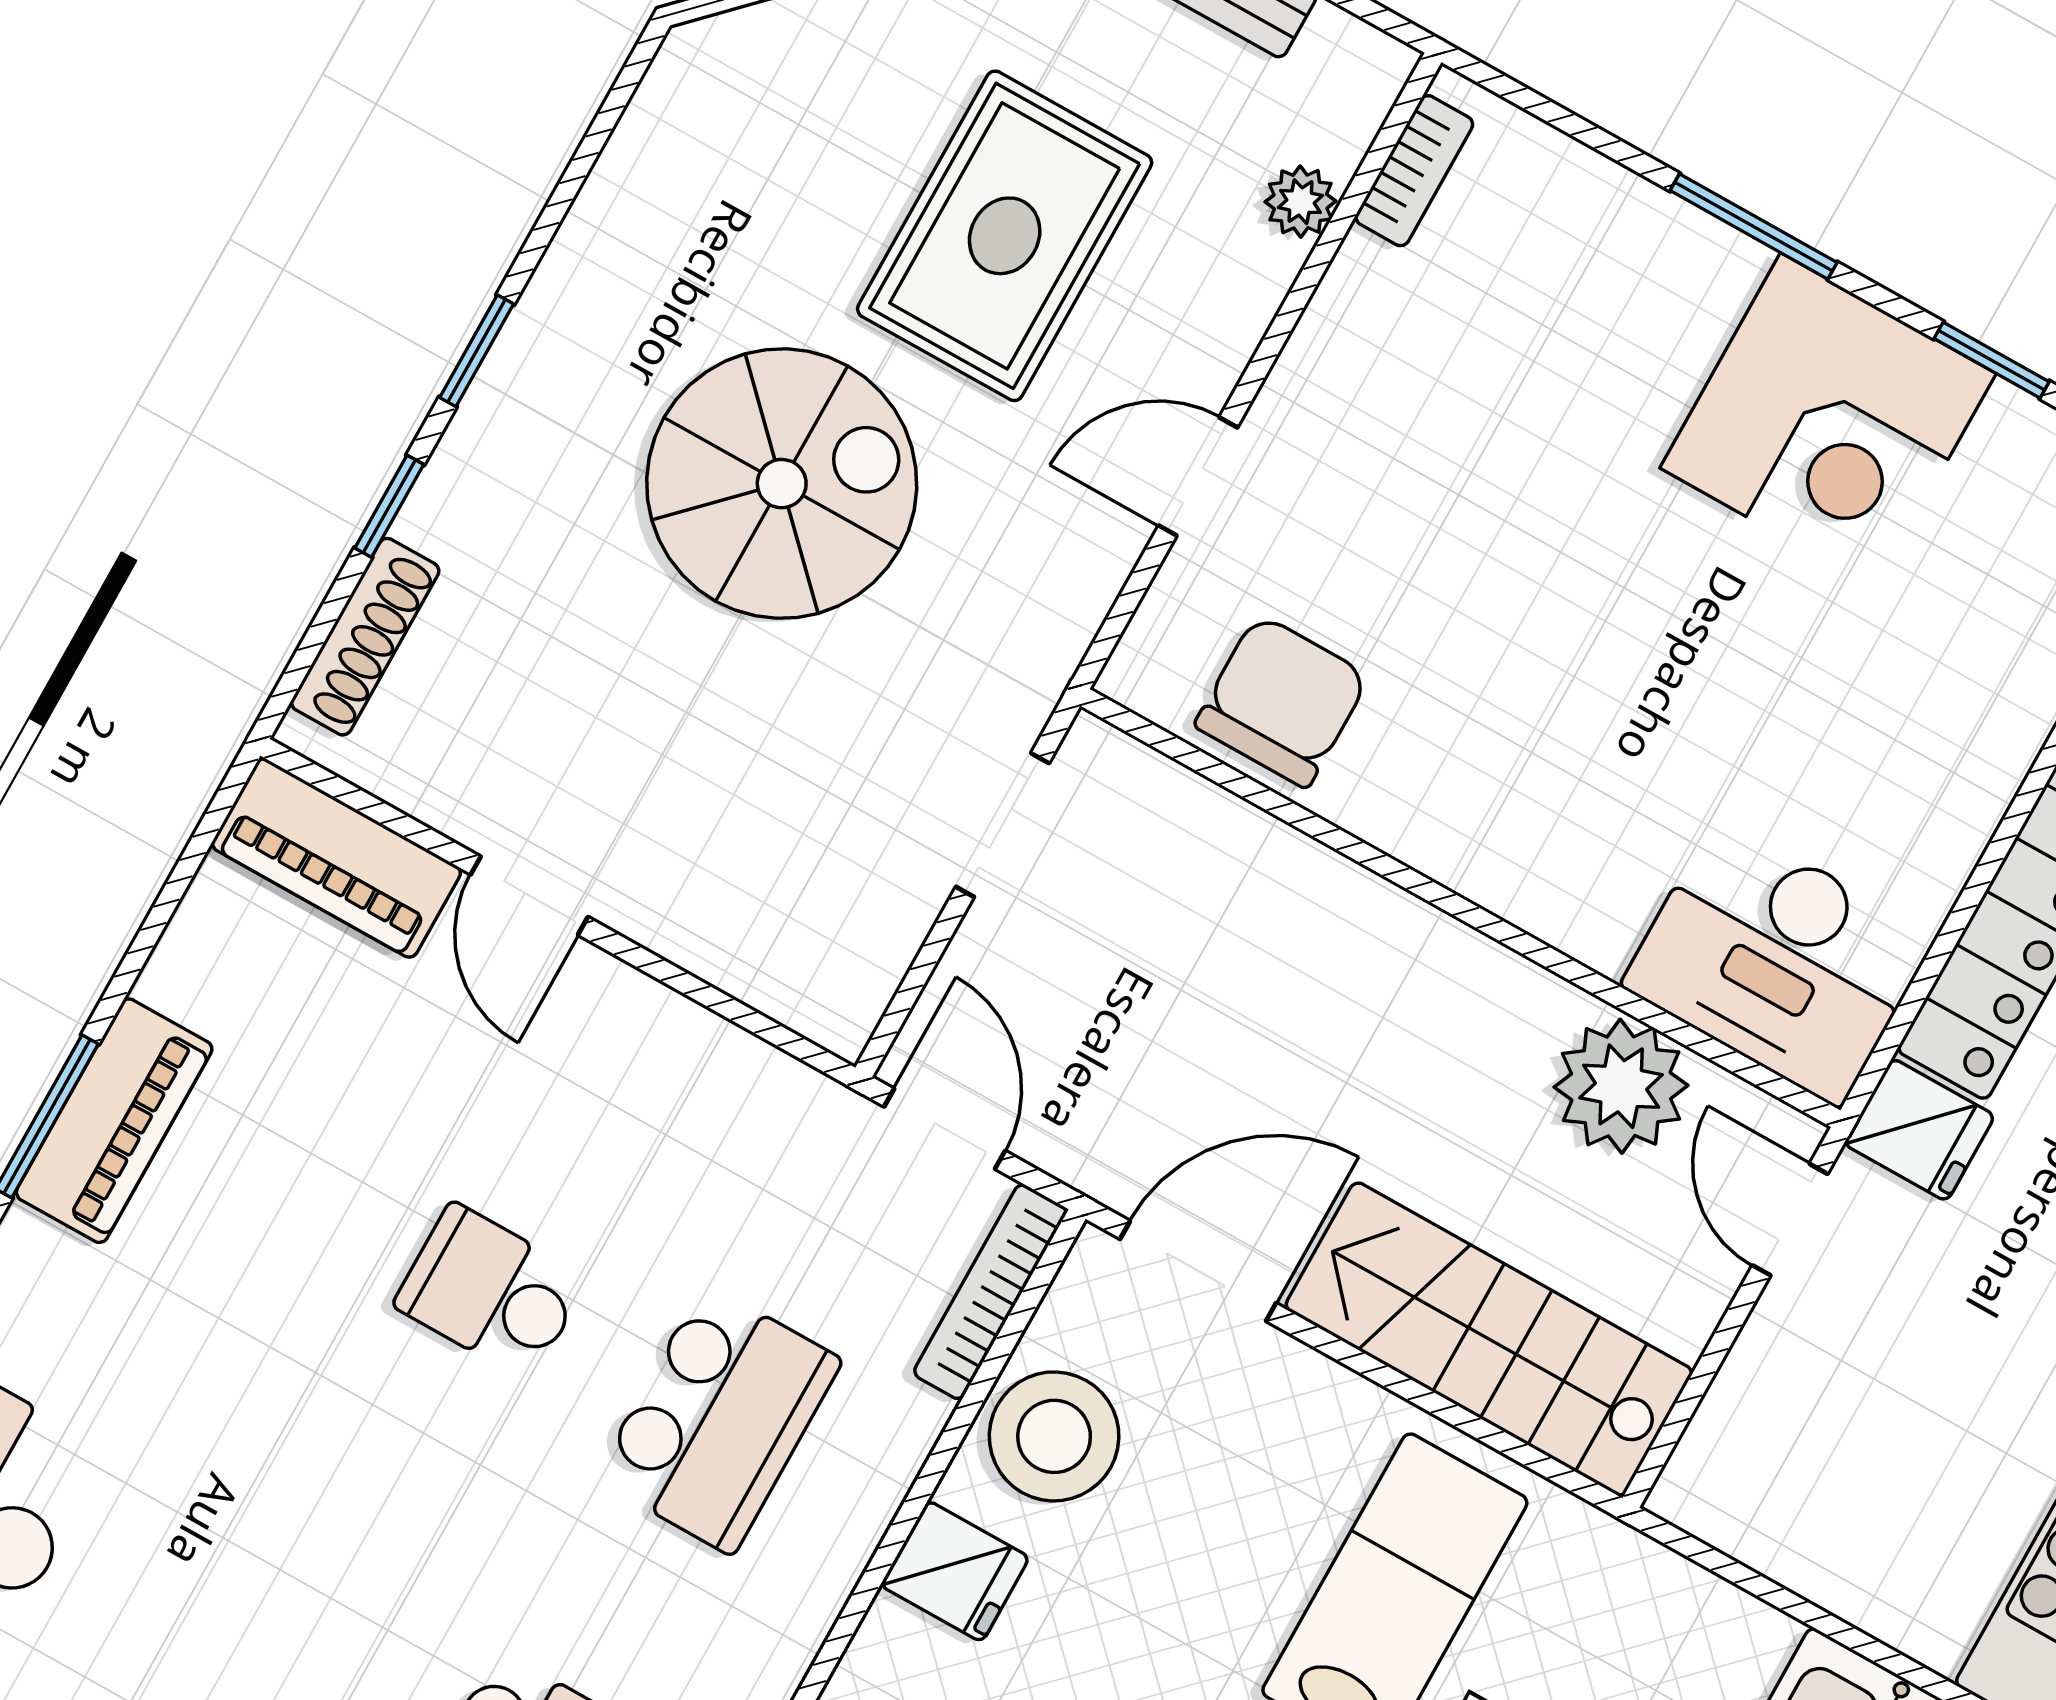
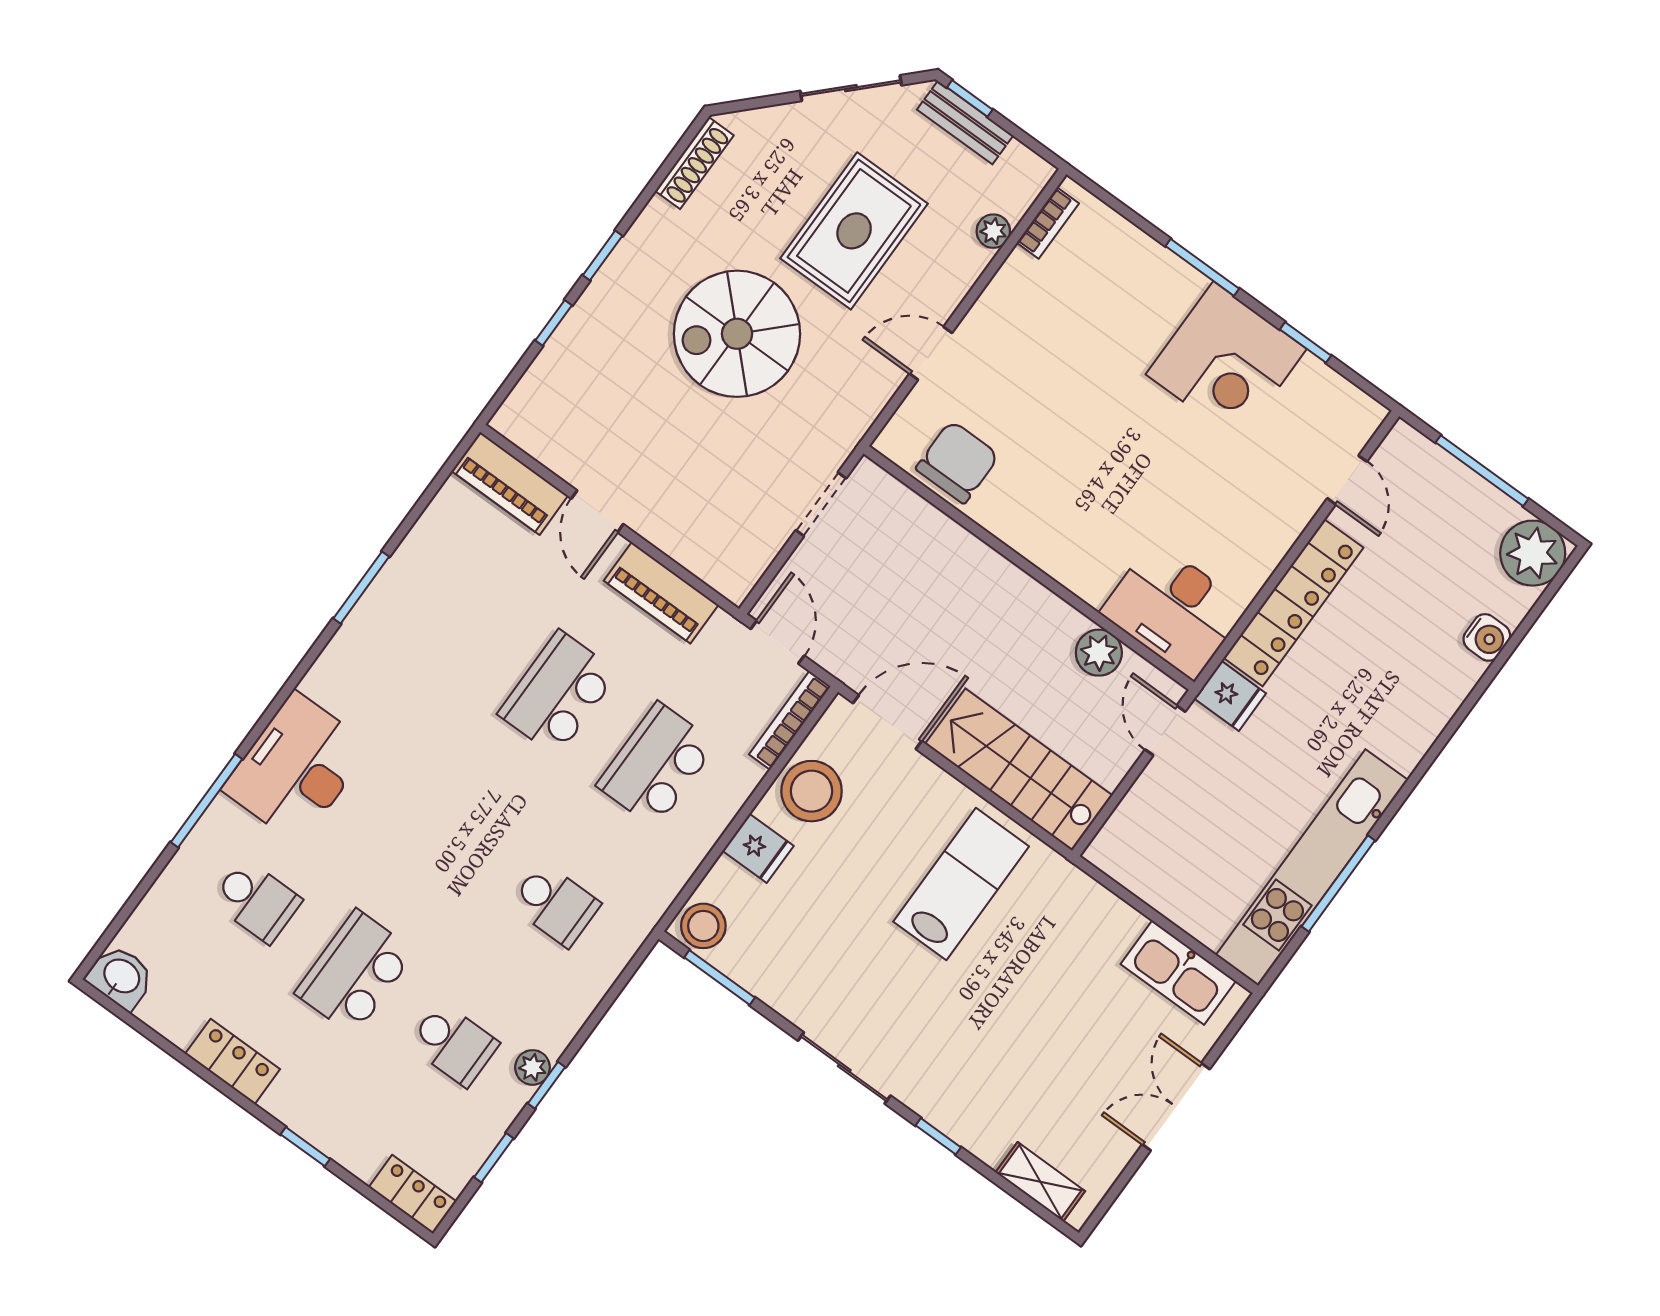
spiral stairs: (782, 484) -> (737, 334), turned 180
shoe rack: (365, 637) -> (694, 163), moved
plant: (1621, 1086) -> (1099, 653), width x0.73, depth x0.73
piano: (114, 1121) -> (661, 593), moved, turned 90
school desk: (491, 1292) -> (558, 693), width x1.85
school desk: (718, 1419) -> (657, 765), turned 180

